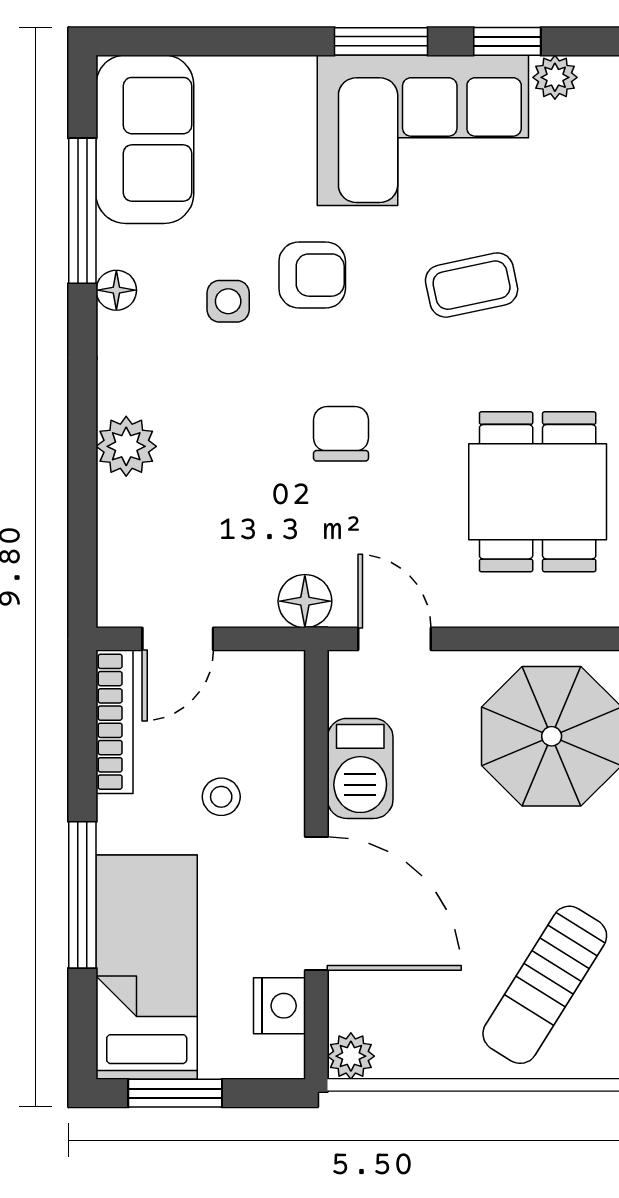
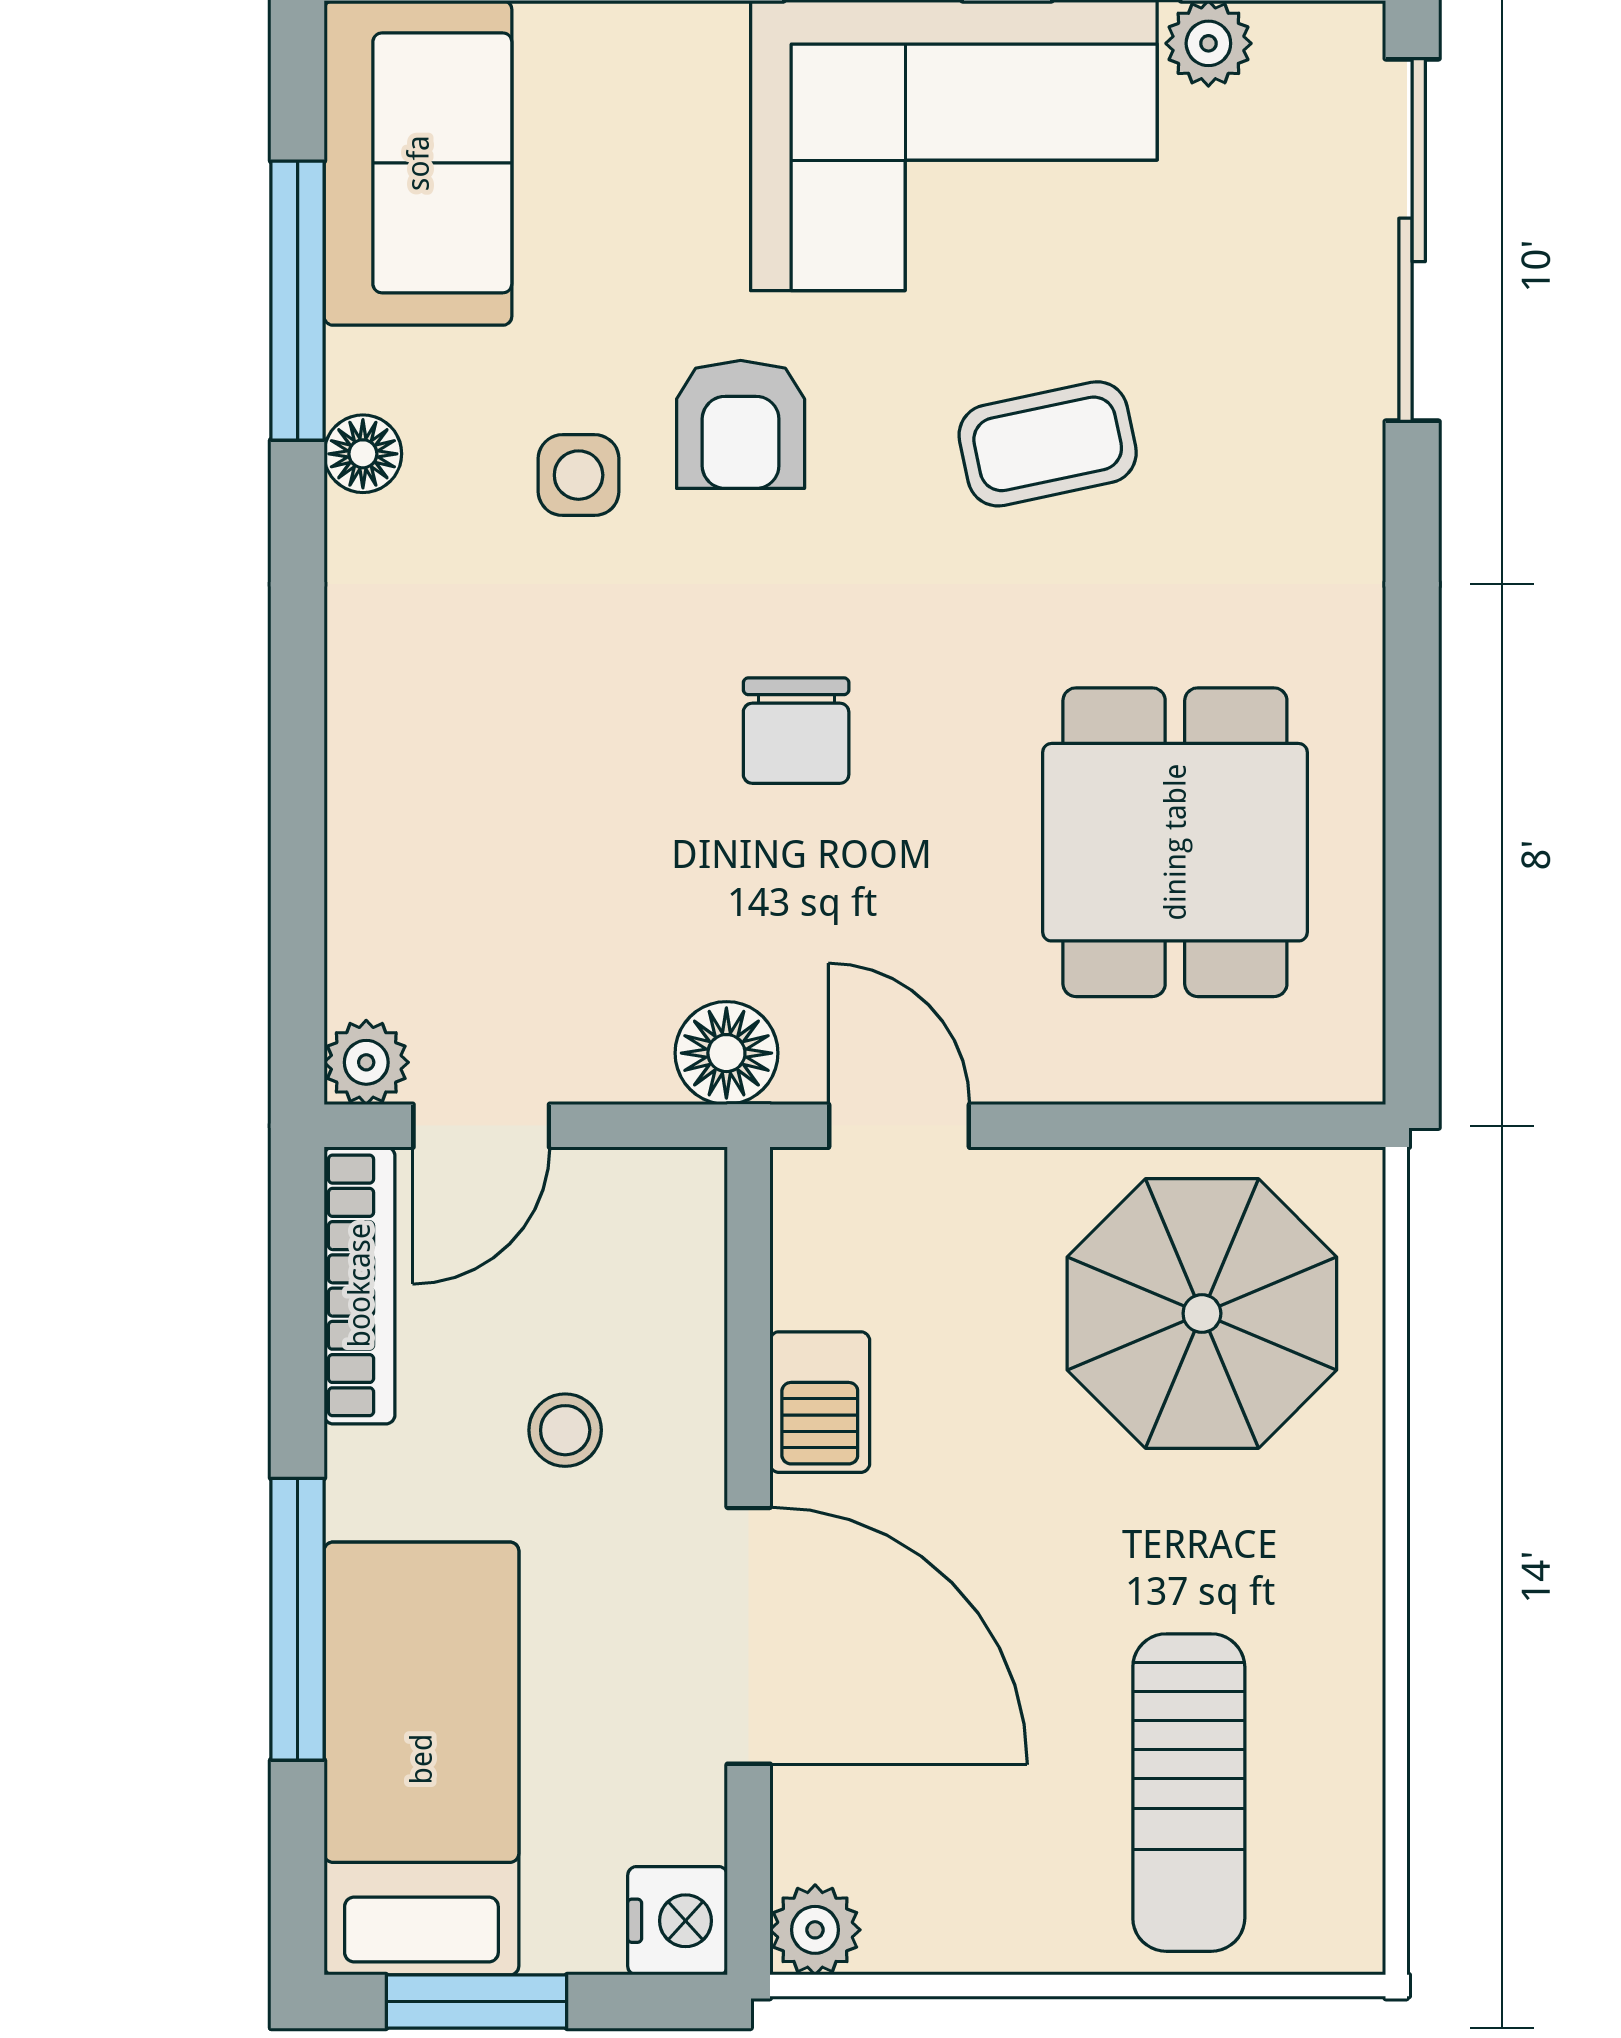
armchair: (312, 275) -> (741, 424), turned 90
chair: (341, 434) -> (796, 731), turned 180
plant: (126, 446) -> (366, 1062), moved, width x0.73, depth x0.73
barbecue: (360, 768) -> (820, 1402), width x0.73, depth x0.79
sun lounger: (545, 985) -> (1189, 1793), turned -32
nightstand: (280, 1006) -> (678, 1921), moved

